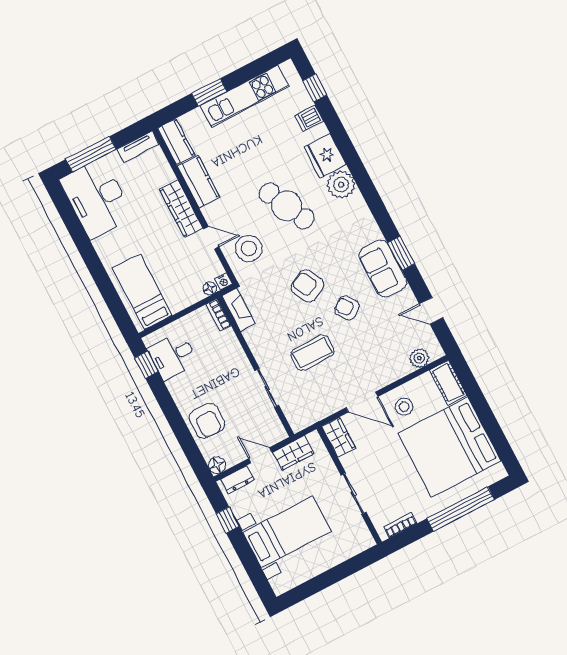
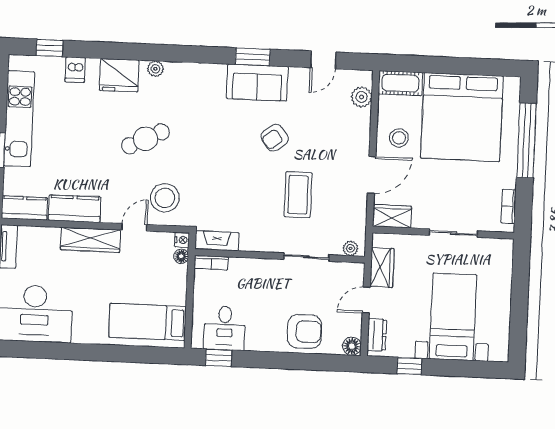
plant: (341, 185) -> (155, 69), width x0.53, depth x0.53
cafe table: (287, 206) -> (145, 139), width x0.73, depth x0.74
armchair: (307, 286) -> (232, 163), removed
plant: (294, 419) -> (350, 248), added

